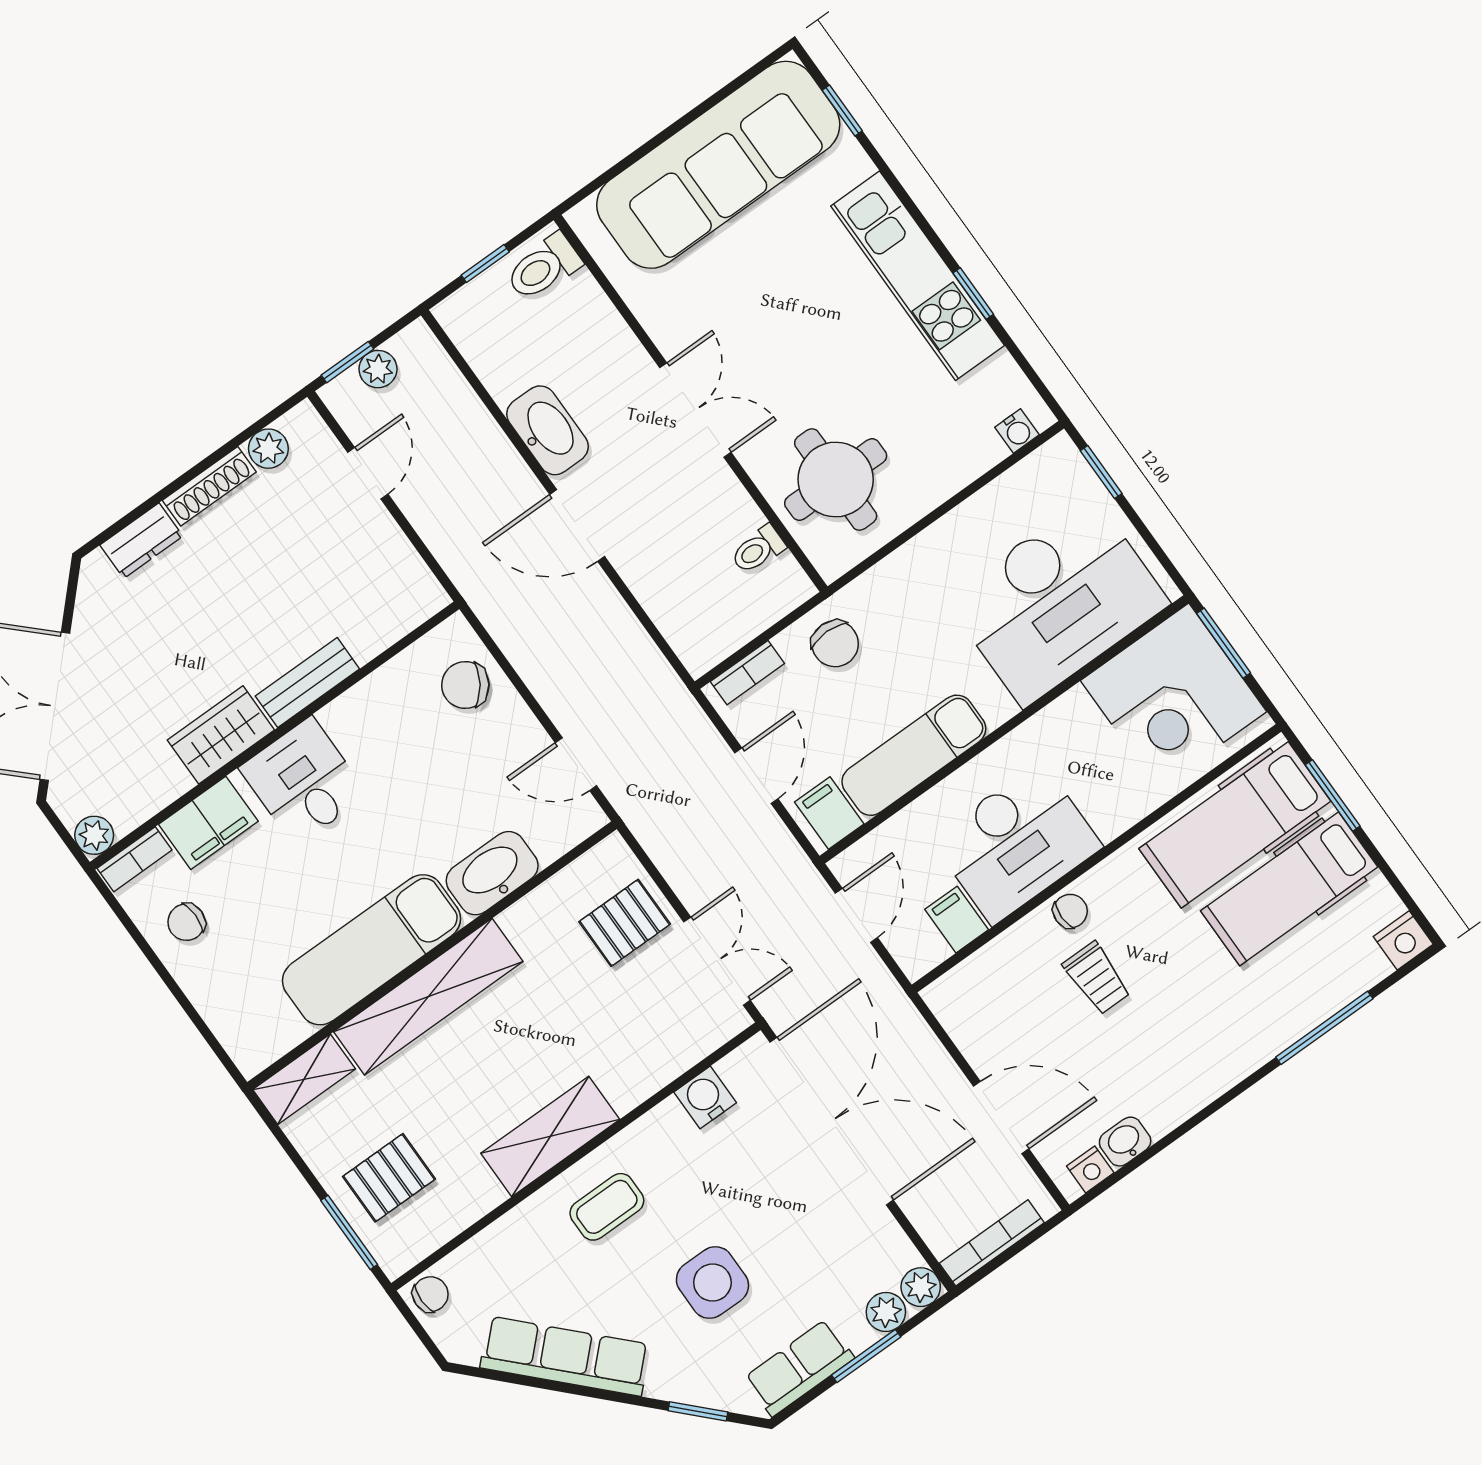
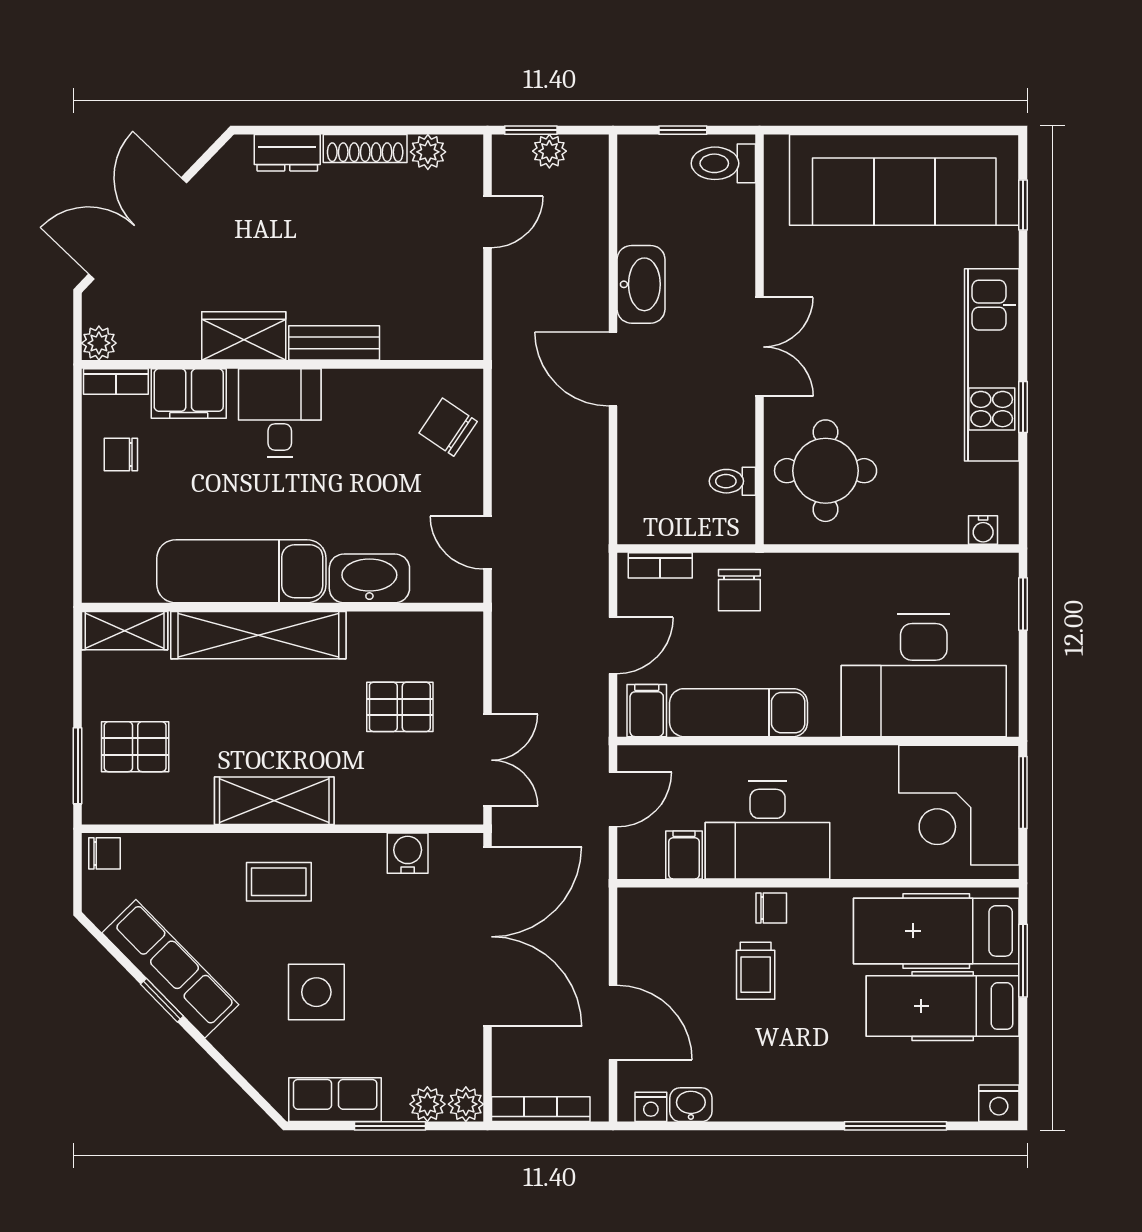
pallet: (625, 923) -> (400, 707), moved
window: (698, 1411) -> (162, 1000), moved

